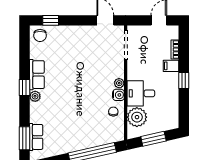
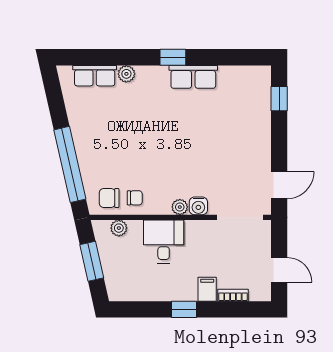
chair: (40, 35) -> (109, 198), moved
water cooler: (118, 95) -> (198, 206), moved
plant: (35, 96) -> (126, 74), moved
plant: (137, 117) -> (119, 228), width x0.53, depth x0.53
window: (25, 138) -> (93, 57), removed

